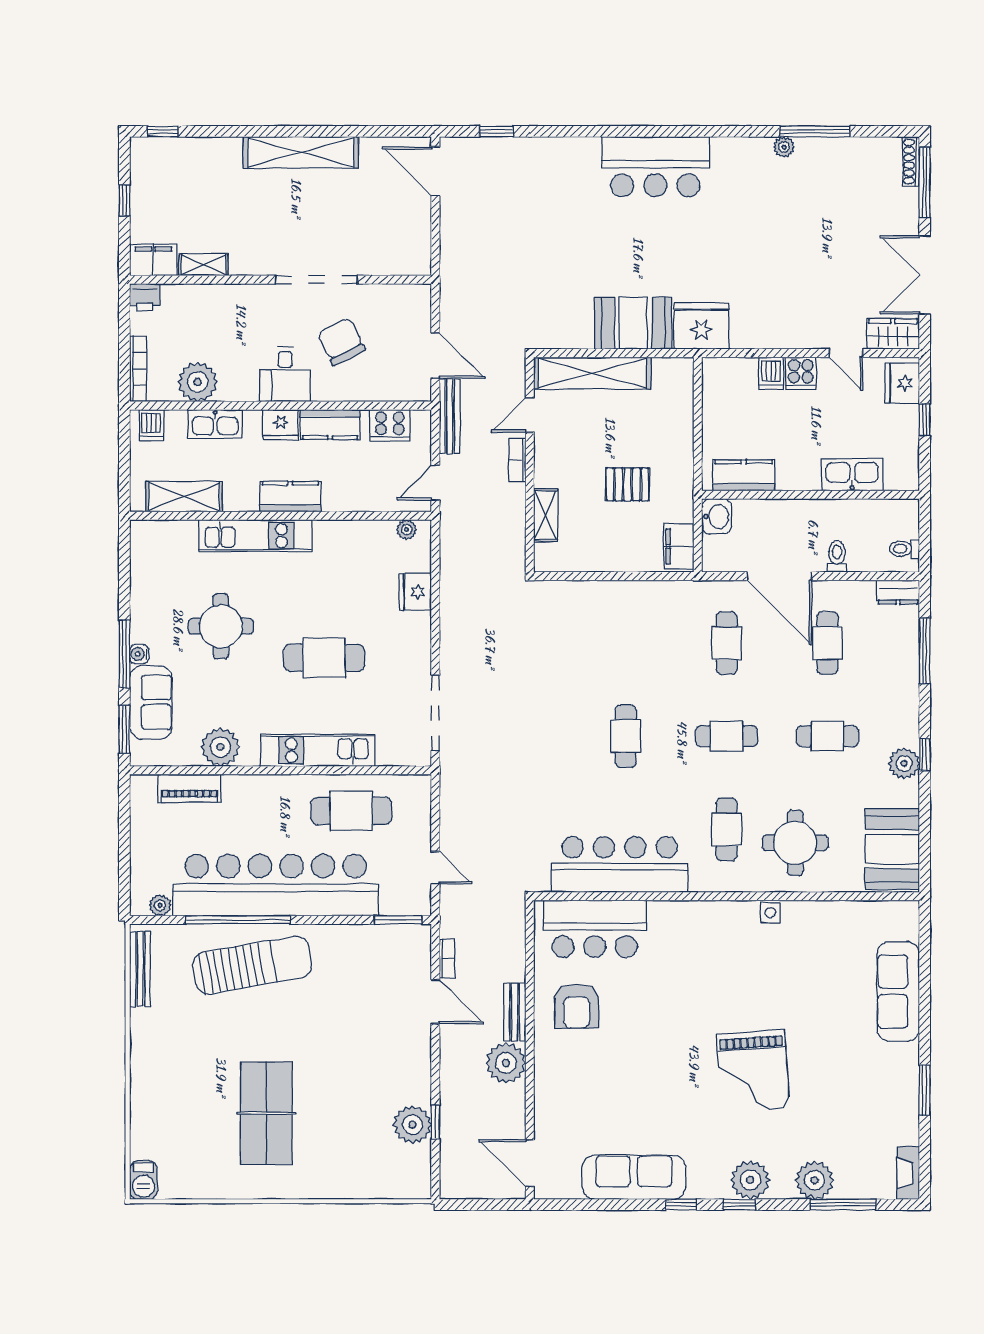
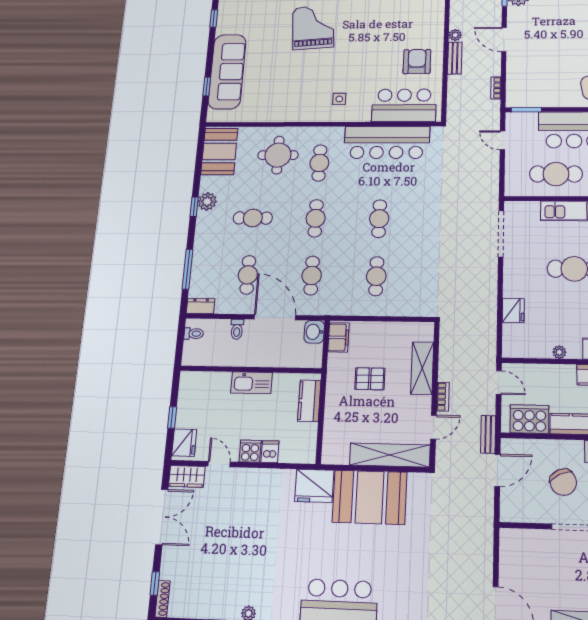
window: (925, 182) -> (155, 583), width x0.46
booth: (633, 323) -> (370, 497), width x1.36, depth x1.42
door: (435, 356) -> (497, 470), swing flipped
bench: (450, 416) -> (488, 434), width x0.73
cooker: (390, 425) -> (529, 419), width x1.37, depth x1.31
kitchen counter: (744, 475) -> (309, 401), moved, turned 90
kitchen sink: (852, 475) -> (251, 383), moved
door: (435, 483) -> (499, 383), hinge flipped
shelving: (546, 515) -> (422, 368), width x1.50, depth x1.33
washbasin: (717, 517) -> (314, 332), moved
plant: (407, 530) -> (559, 352), moved
cafe table: (626, 643) -> (376, 276), added
cafe table: (727, 736) -> (316, 218), turned 90
side table: (770, 913) -> (339, 99), moved
window: (925, 965) -> (207, 86), added
sofa: (898, 991) -> (227, 72), width x1.36, depth x1.27
door: (435, 1002) -> (504, 39), moved
plant: (506, 1063) -> (455, 35), width x0.53, depth x0.53
window: (925, 1090) -> (214, 18), width x0.67

